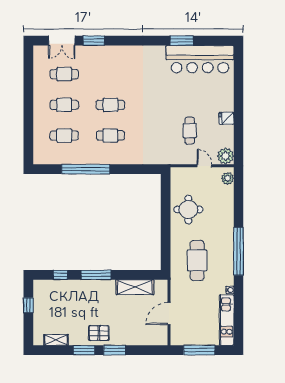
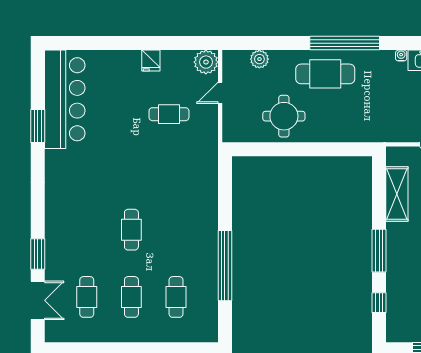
cafe table: (110, 136) -> (176, 230), removed
plant: (228, 178) -> (259, 59), moved
cafe table: (197, 260) -> (325, 74), moved

